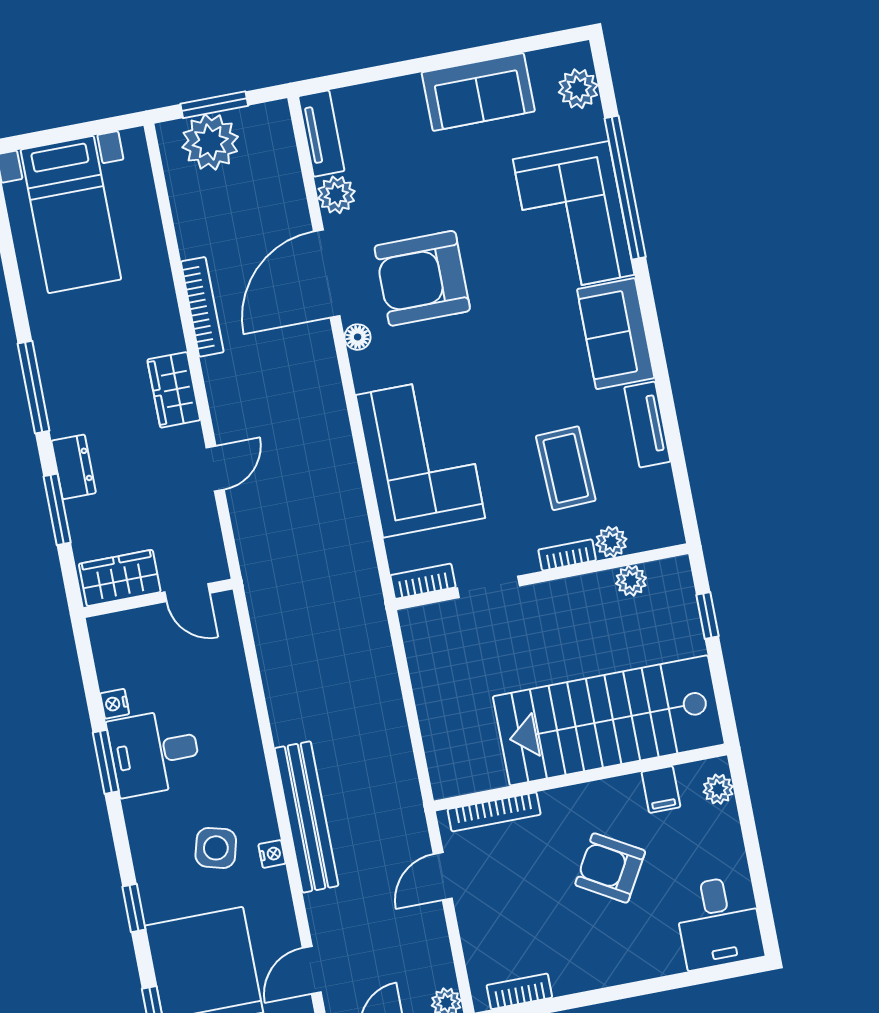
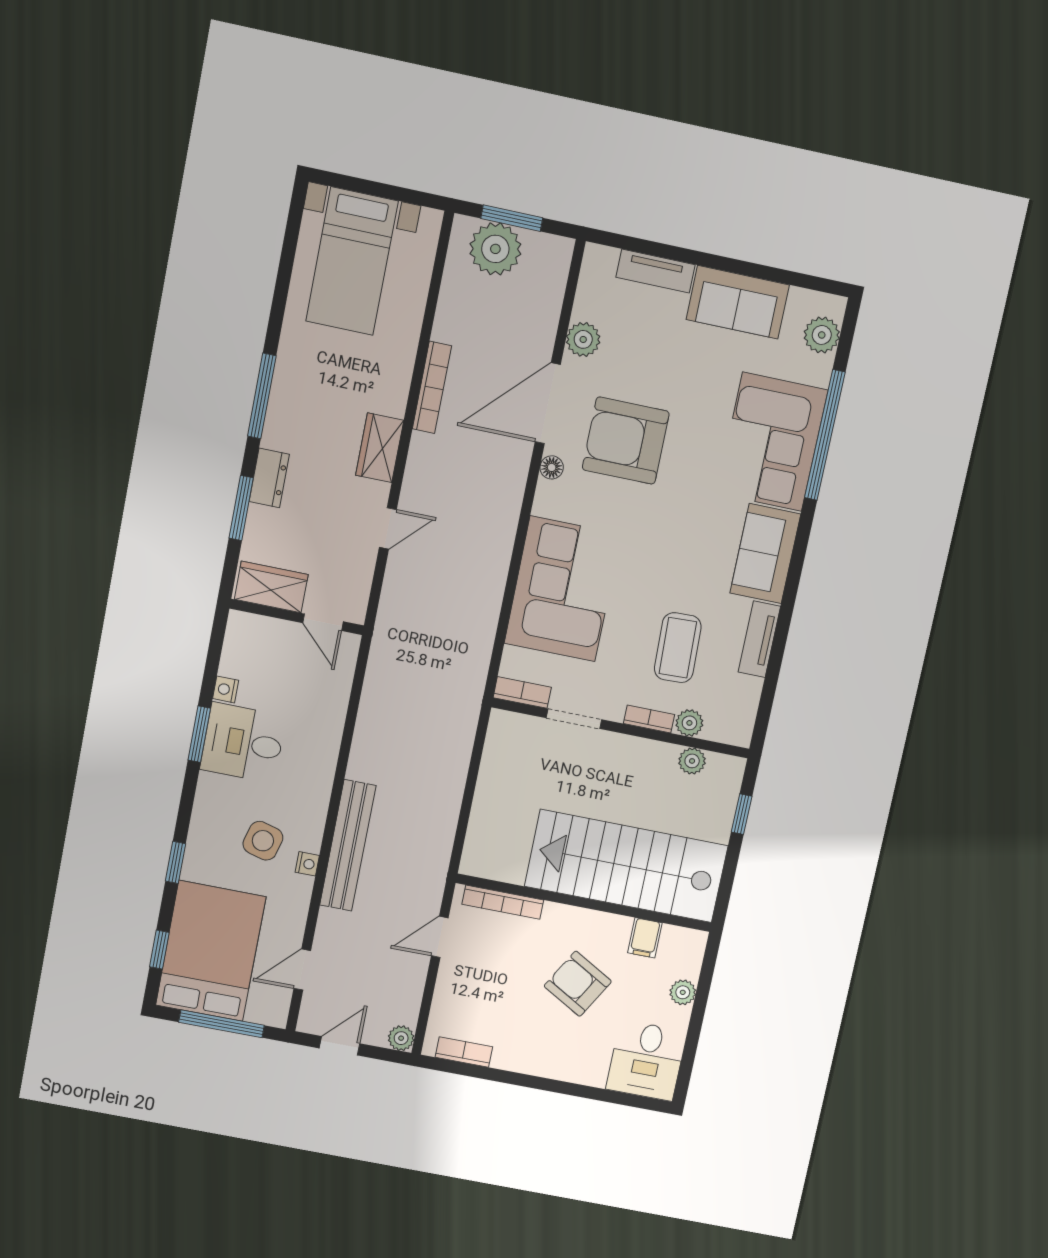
tv unit: (321, 134) -> (655, 271), moved, turned 90
plant: (718, 789) -> (683, 992), moved

